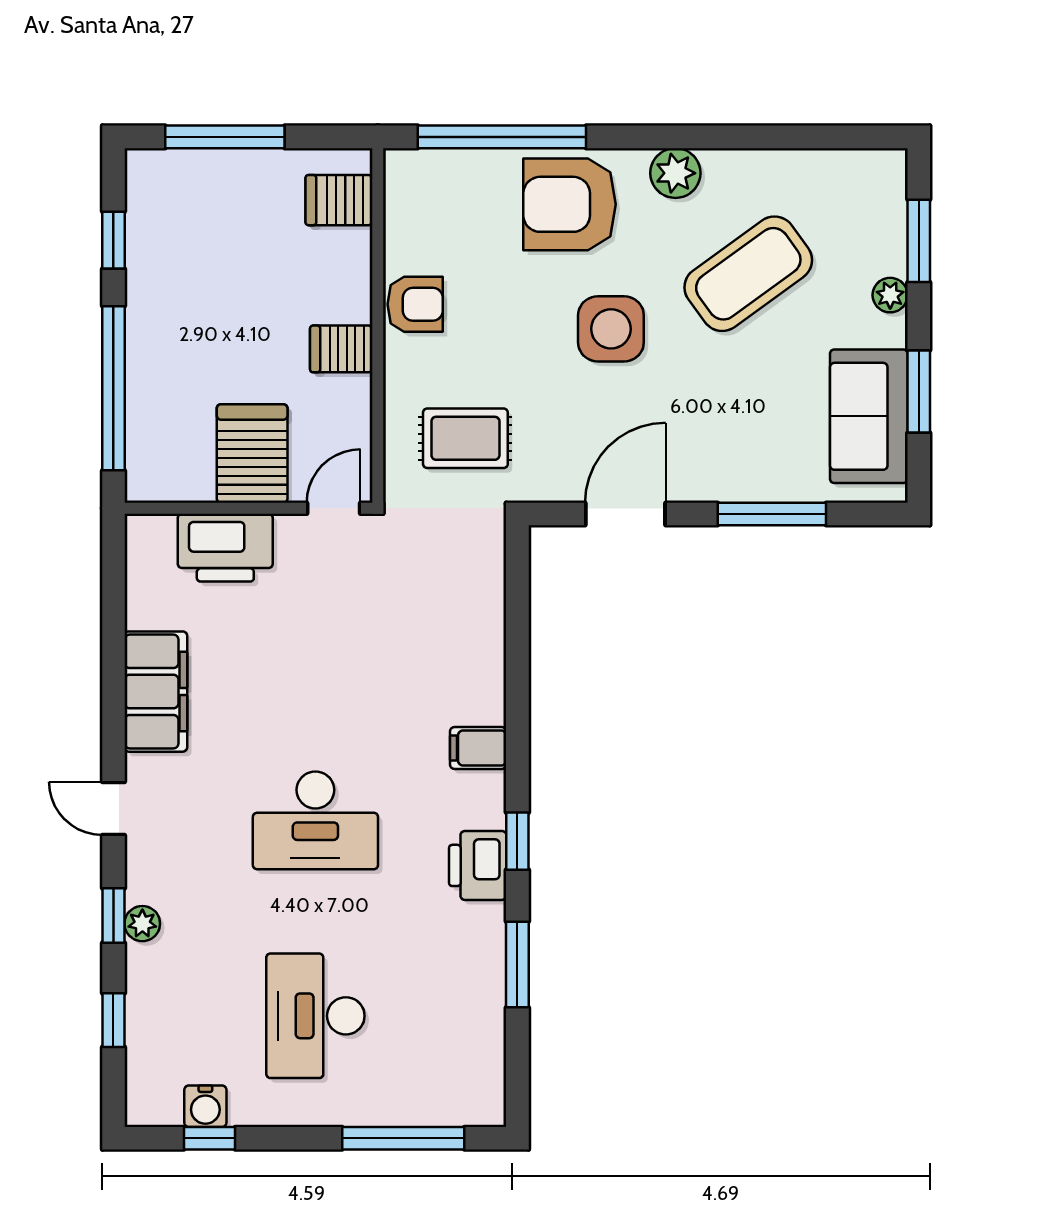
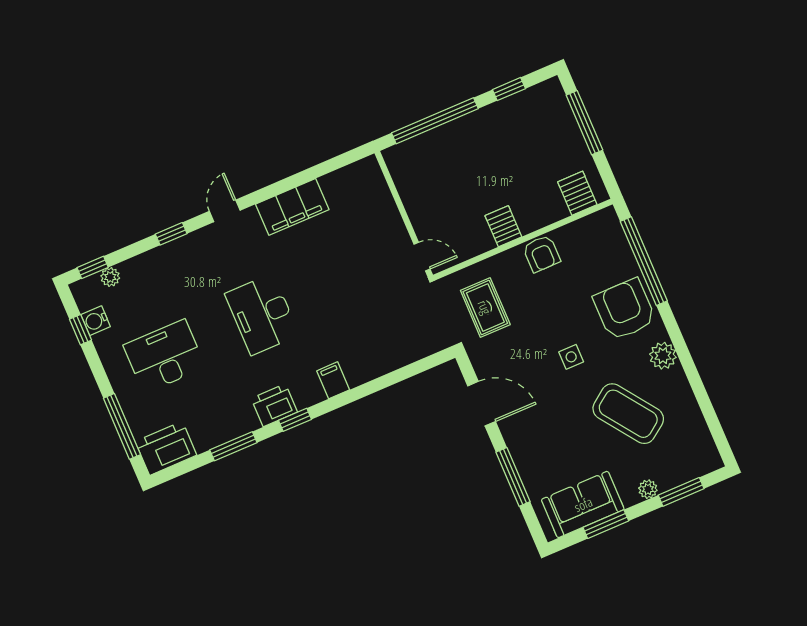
side table: (611, 329) -> (571, 357), width x0.54, depth x0.54
server rack: (252, 454) -> (432, 204), removed
printer: (225, 548) -> (166, 448), moved, turned 90
plant: (142, 924) -> (110, 277), moved
window: (113, 1020) -> (93, 267), moved

